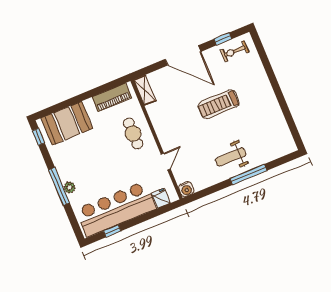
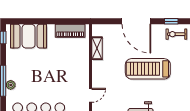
shelving: (145, 90) -> (97, 48), moved
treadmill: (219, 104) -> (148, 69), width x1.37, depth x1.38
cafe table: (133, 133) -> (75, 64), removed

